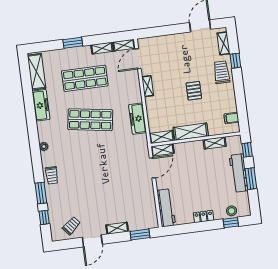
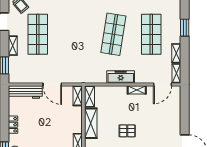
door: (138, 59) -> (163, 85), swing flipped
freezer: (138, 119) -> (121, 77), moved
door: (152, 168) -> (52, 85), moved
shop shelf: (101, 202) -> (38, 34), added

